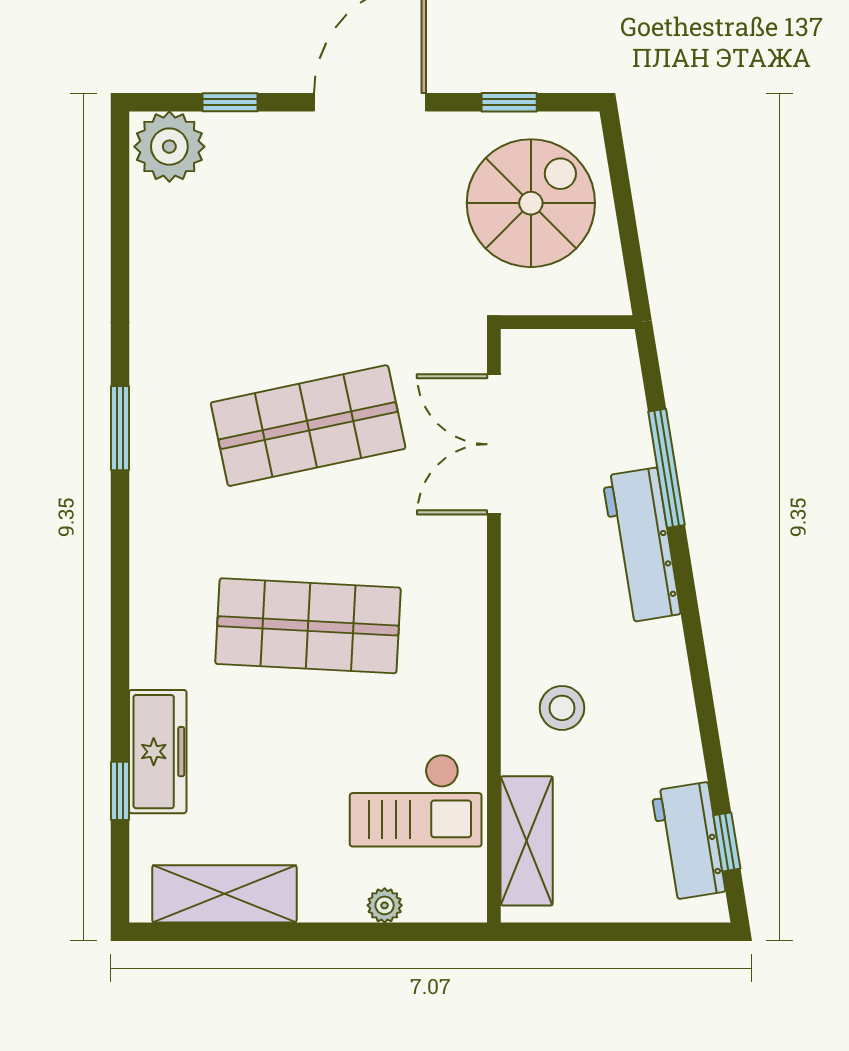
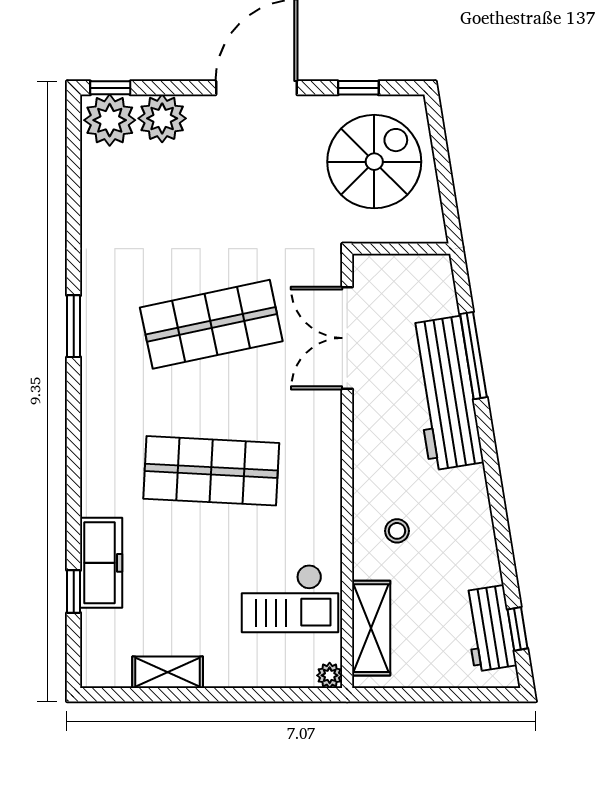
window: (230, 102) -> (110, 88), moved
plant: (241, 144) -> (162, 118), added
workbench: (641, 545) -> (445, 393), width x1.36, depth x1.32
stool: (562, 708) -> (397, 531), width x0.73, depth x0.73
shelving: (224, 894) -> (168, 672), width x0.67, depth x0.75
plant: (385, 905) -> (330, 675), moved

